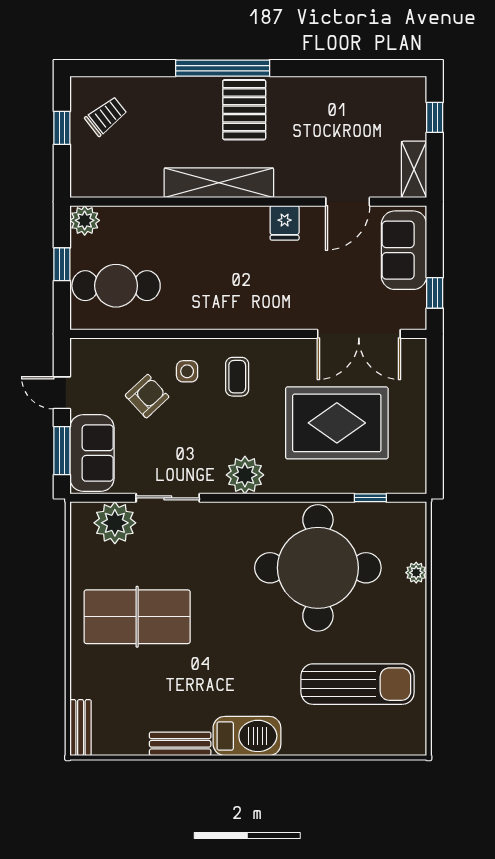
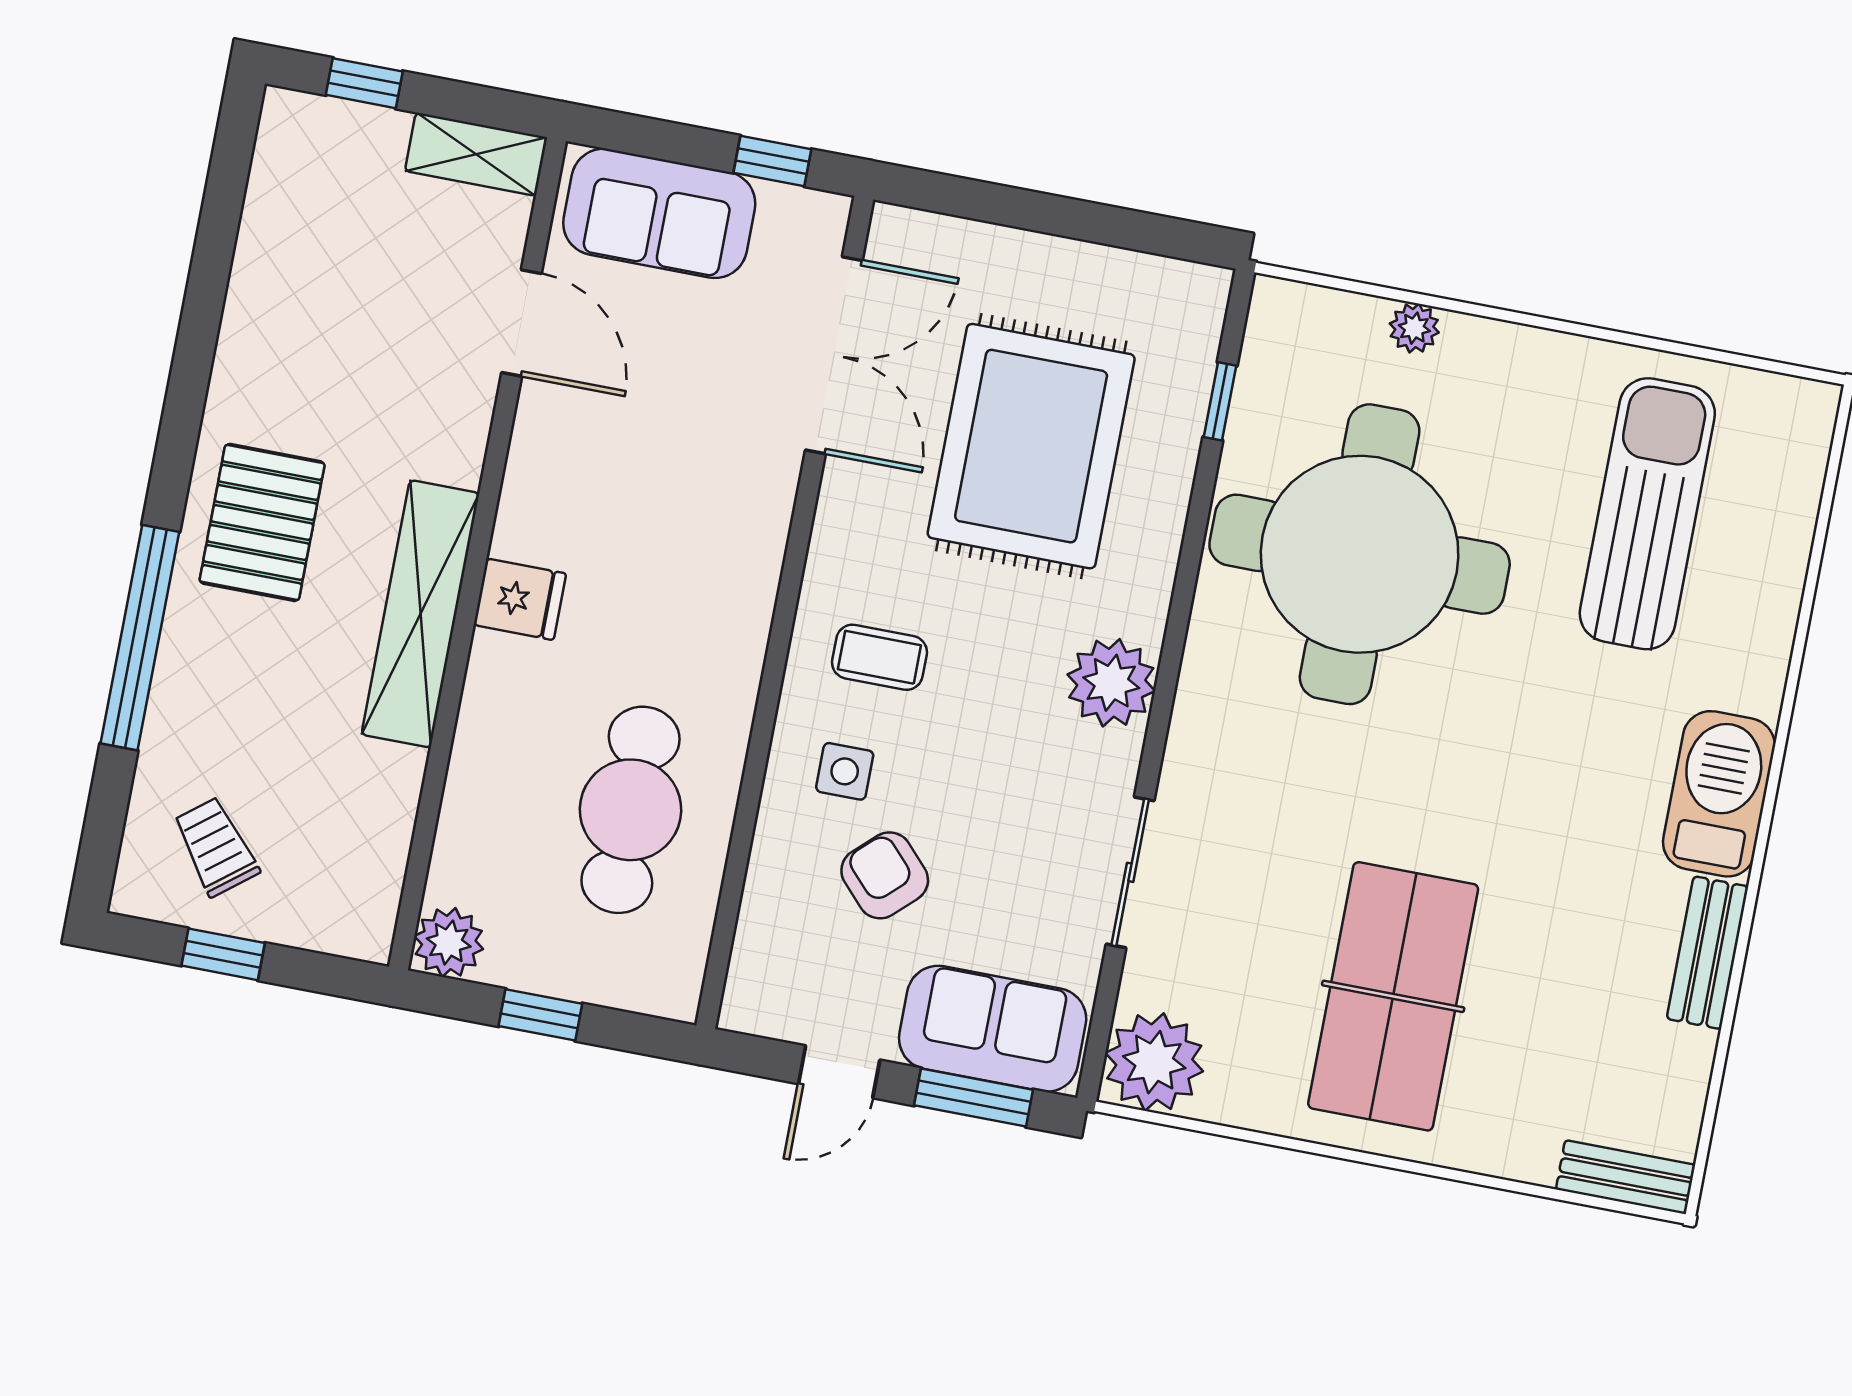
window: (223, 68) -> (140, 638), moved
pallet: (244, 110) -> (262, 522), turned 90
fridge: (285, 223) -> (520, 599), moved
cafe table: (116, 286) -> (631, 810), moved
plant: (115, 523) -> (1154, 1062), moved

